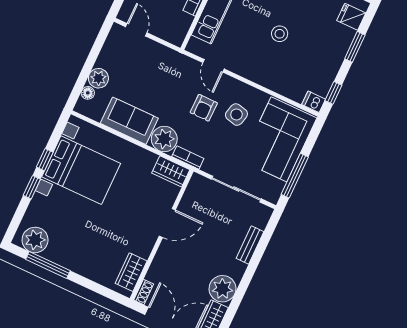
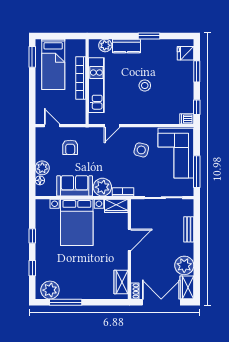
door: (213, 66) -> (112, 126), hinge flipped
armchair: (204, 108) -> (70, 147), moved
bed with nightstands: (81, 170) -> (77, 222), moved, turned 90
window: (32, 187) -> (32, 268), moved

